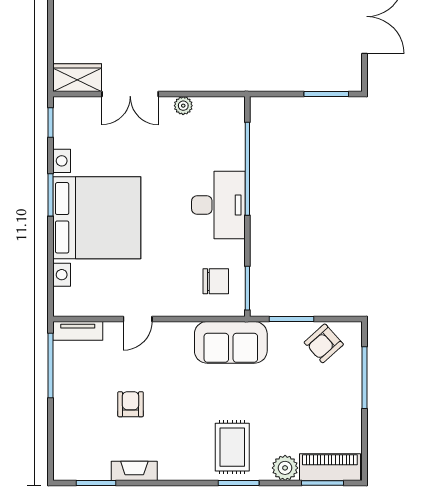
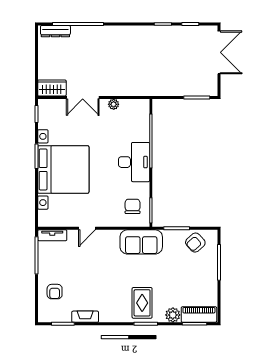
chair: (216, 281) -> (133, 206), turned -90
armchair: (131, 404) -> (55, 292), moved, turned 180

